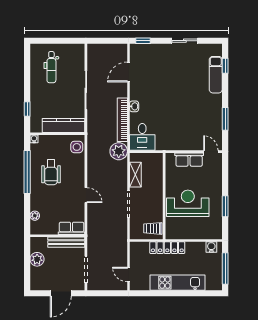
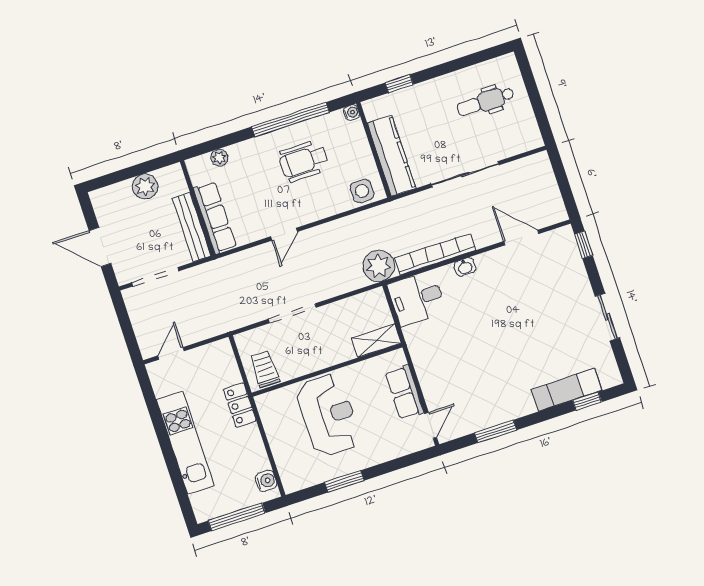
shelving: (135, 175) -> (376, 341), moved
row of seats: (72, 228) -> (215, 218), width x1.48
locker: (167, 248) -> (240, 405), width x0.66

